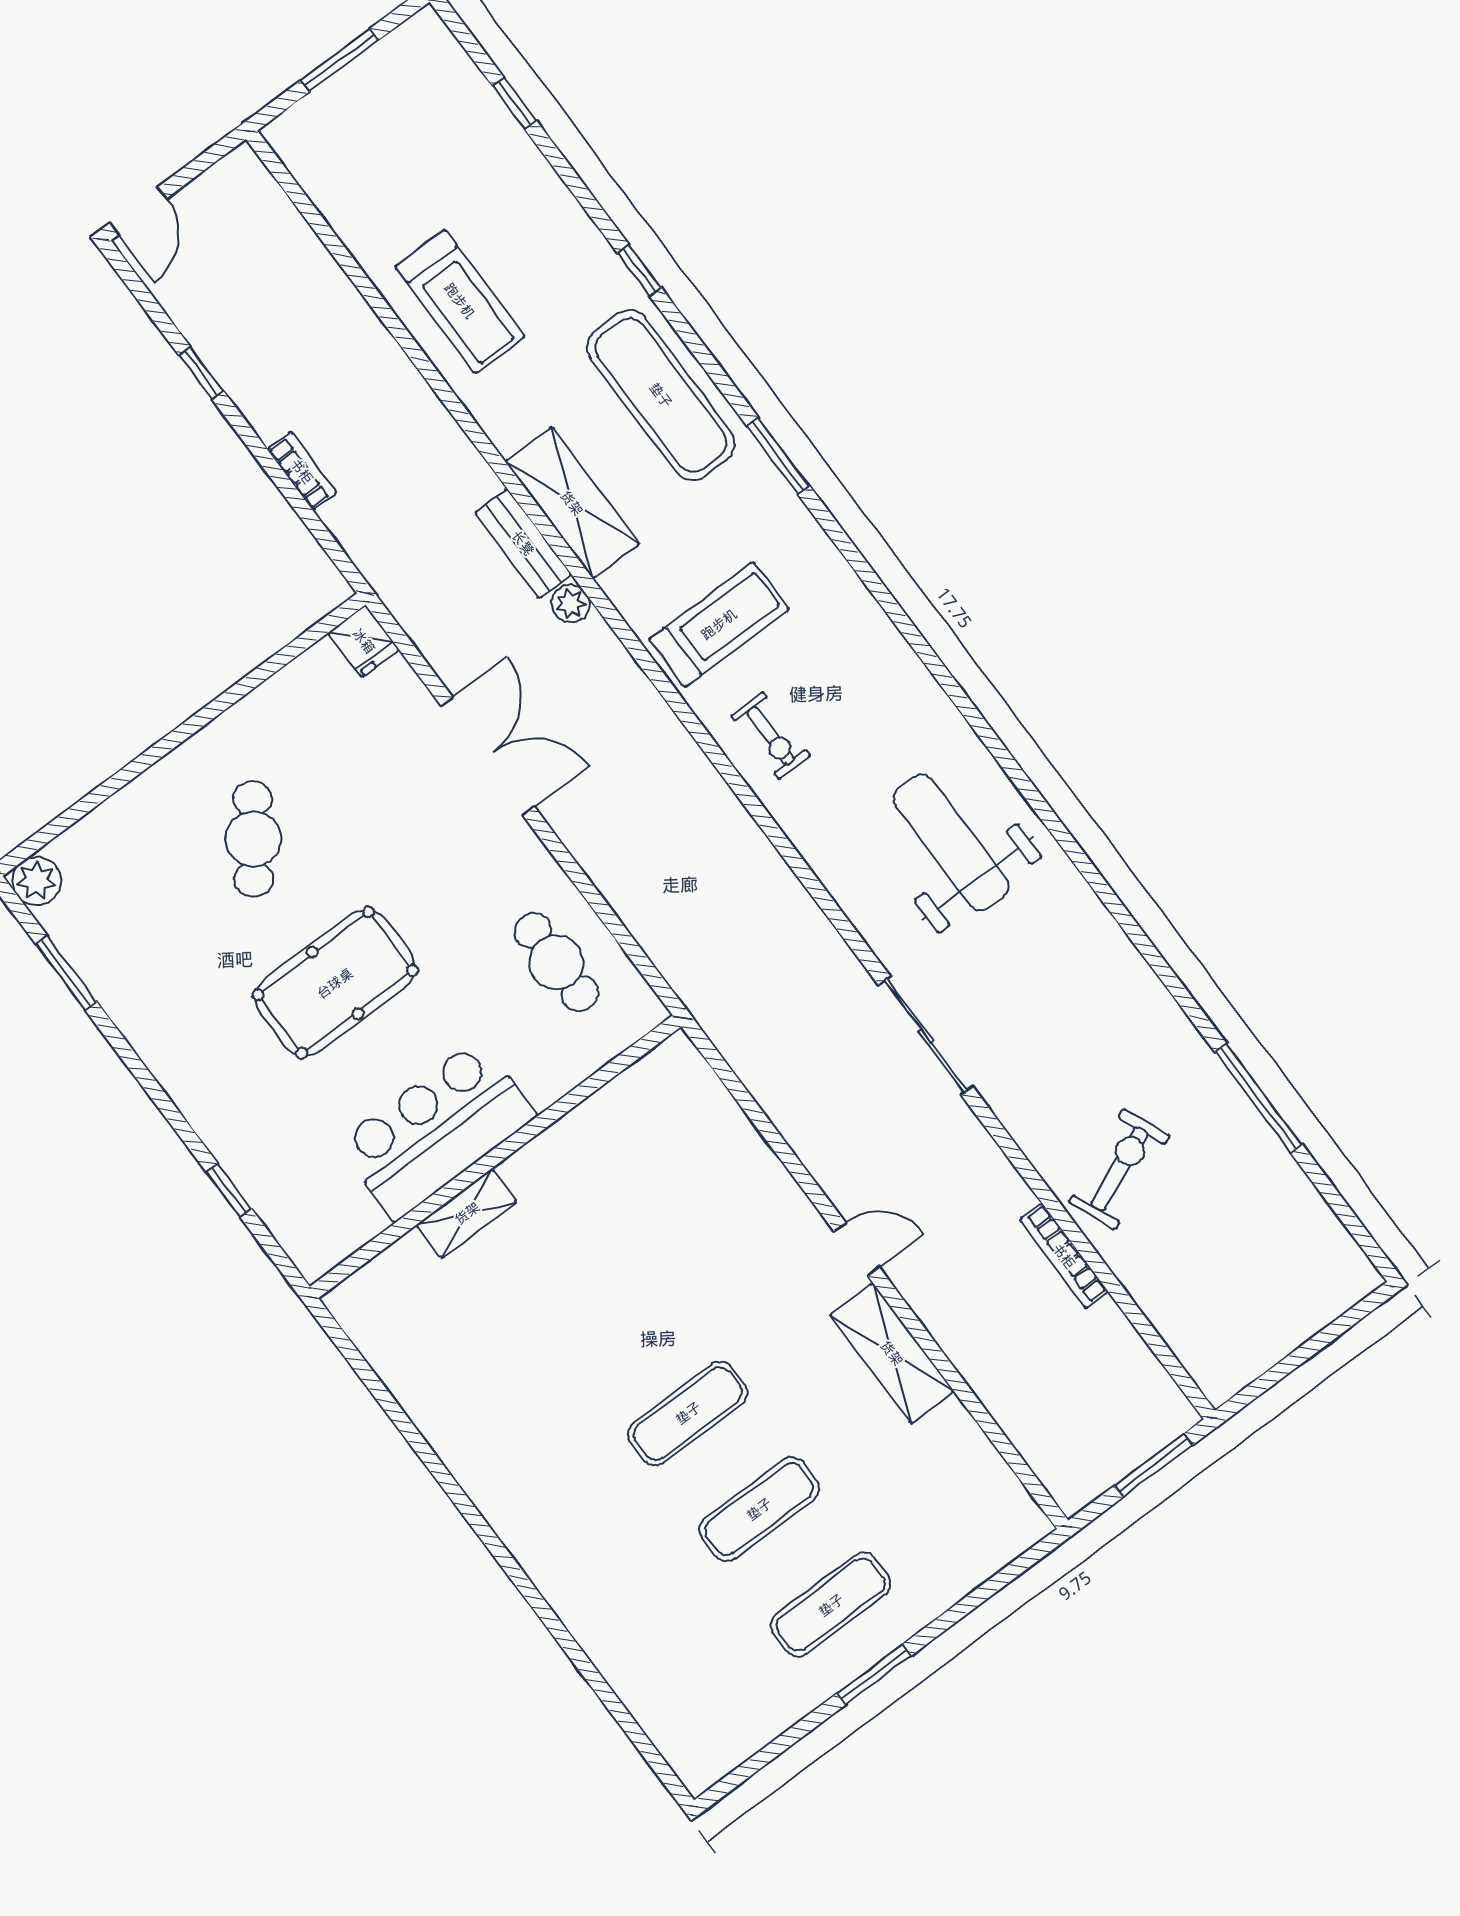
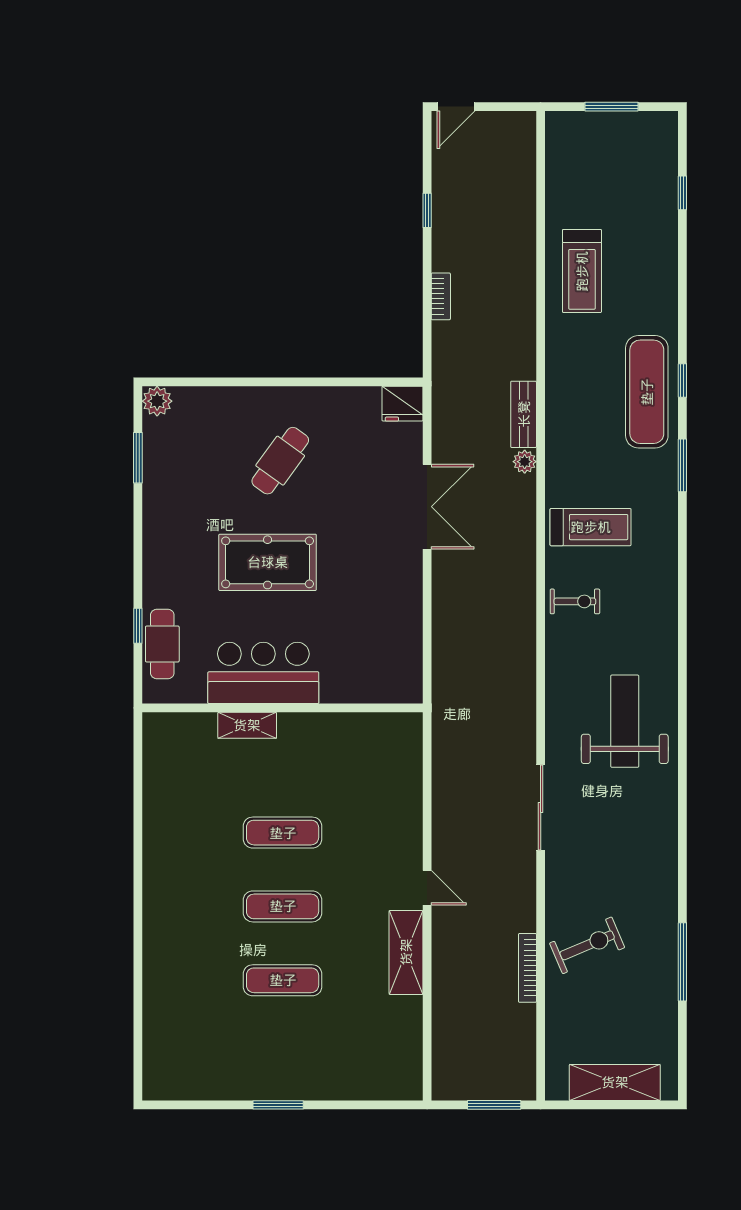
window: (639, 270) -> (682, 380), moved
shelving: (572, 503) -> (615, 1082), moved, turned 90
fridge: (364, 641) -> (402, 404), width x1.38
exercise bike: (771, 736) -> (575, 601), turned -90
cafe table: (556, 962) -> (162, 644), moved
exercise mat: (831, 1605) -> (283, 833), moved

